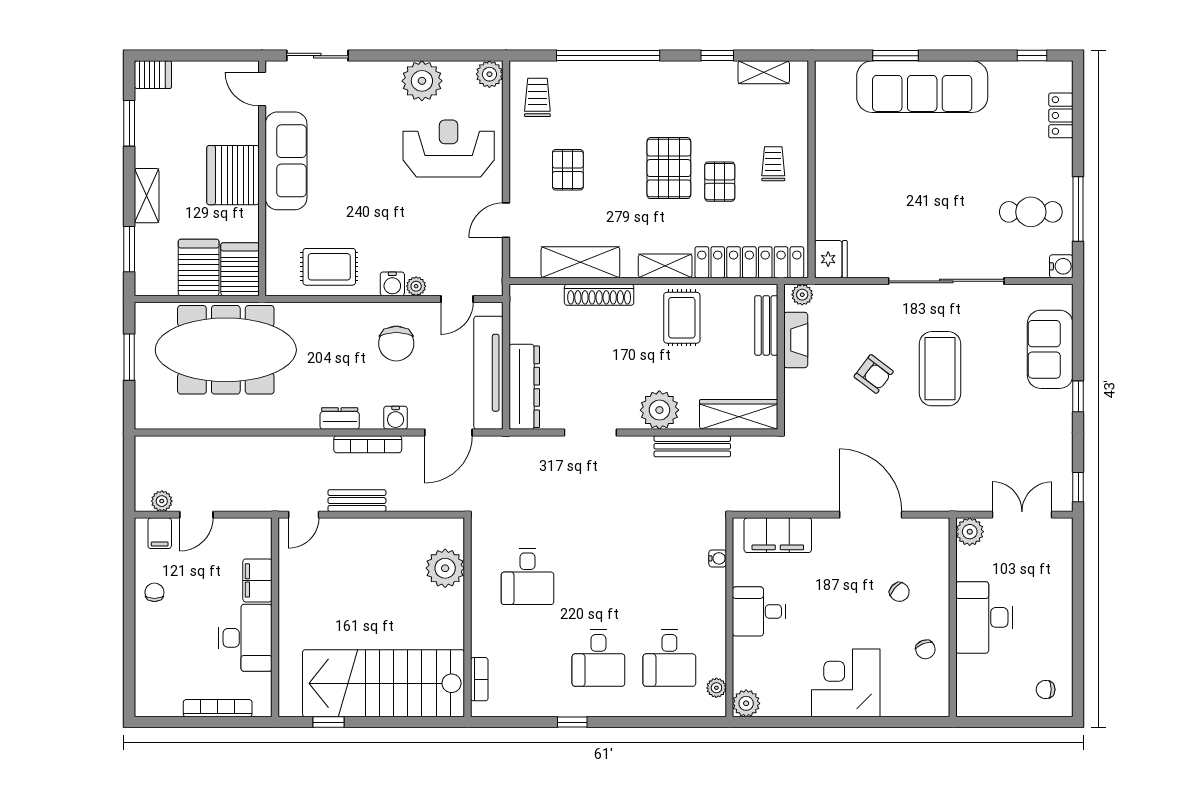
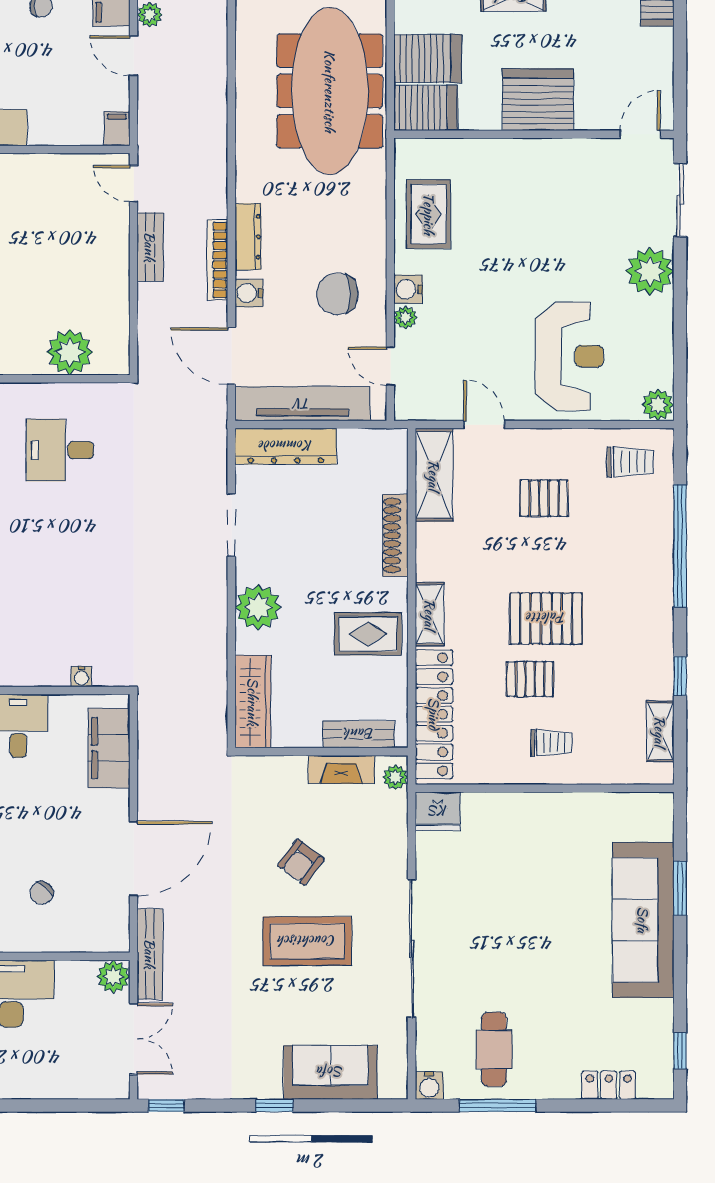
plant: (422, 81) -> (650, 271), moved
sofa: (286, 161) -> (555, 163), removed
shelving: (580, 262) -> (434, 475), moved
dresser: (340, 418) -> (248, 237), width x1.44
bench: (692, 446) -> (150, 954), moved
filing cabinet: (257, 580) -> (117, 129), moved, width x0.50

